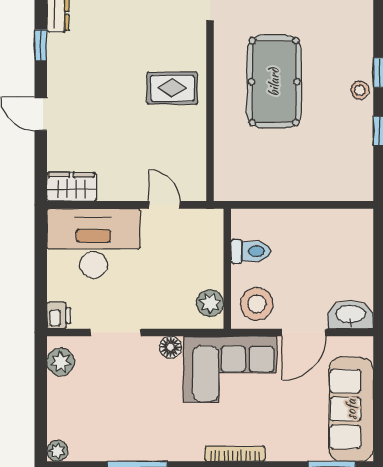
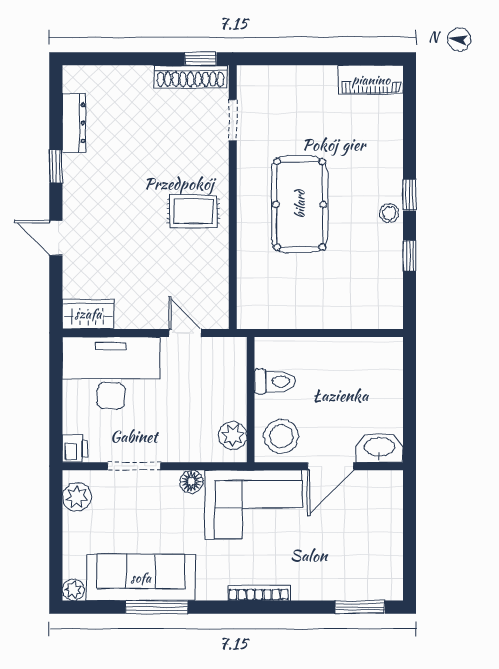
sofa: (351, 409) -> (141, 578), moved, turned 90

